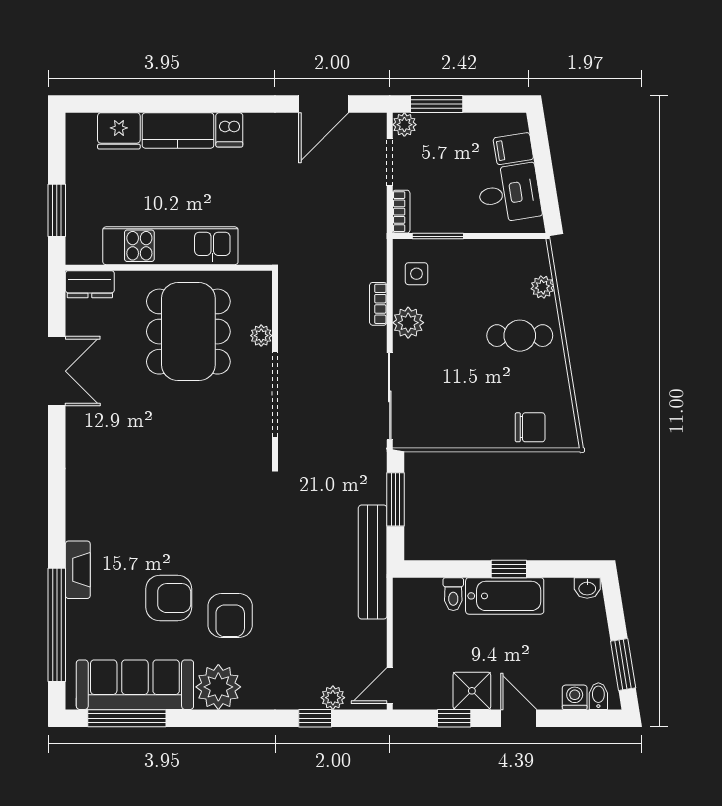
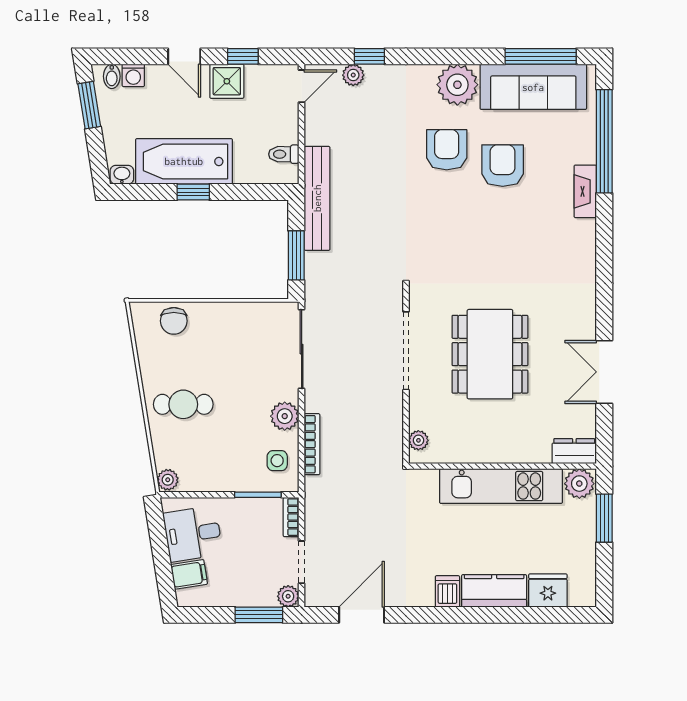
plant: (84, 248) -> (579, 484), added
plant: (542, 287) -> (168, 480), moved
bookcase: (378, 304) -> (312, 444), width x1.56
dining table: (188, 332) -> (490, 354), moved
plant: (261, 336) -> (418, 440), moved
chair: (530, 427) -> (174, 321), turned -90
toilet: (453, 594) -> (284, 154), moved, turned -90
bathtub: (505, 596) -> (184, 161), width x1.36, depth x1.36
armchair: (169, 598) -> (503, 166), turned 90

